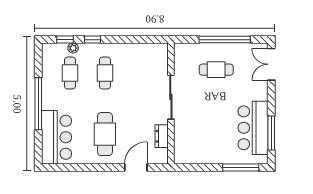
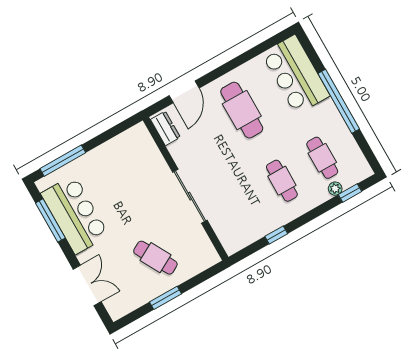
window: (92, 40) -> (276, 235), moved
window: (225, 40) -> (166, 298), width x0.47
double door: (271, 64) -> (87, 285), moved
cafe table: (216, 70) -> (155, 258), turned 61
dresser: (162, 136) -> (165, 128), moved

